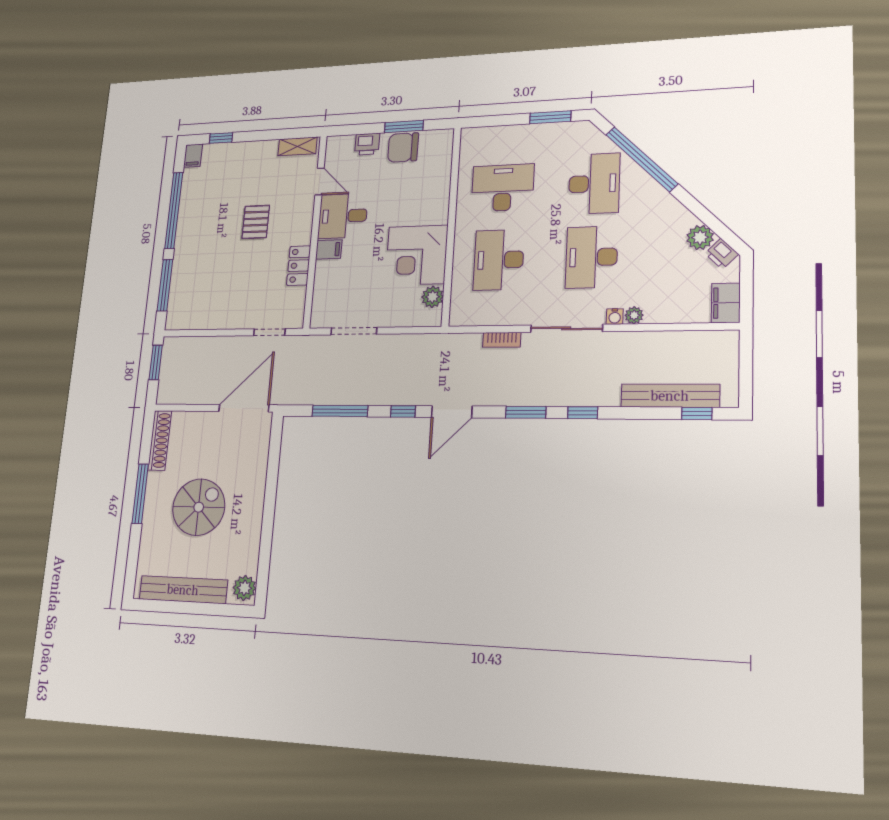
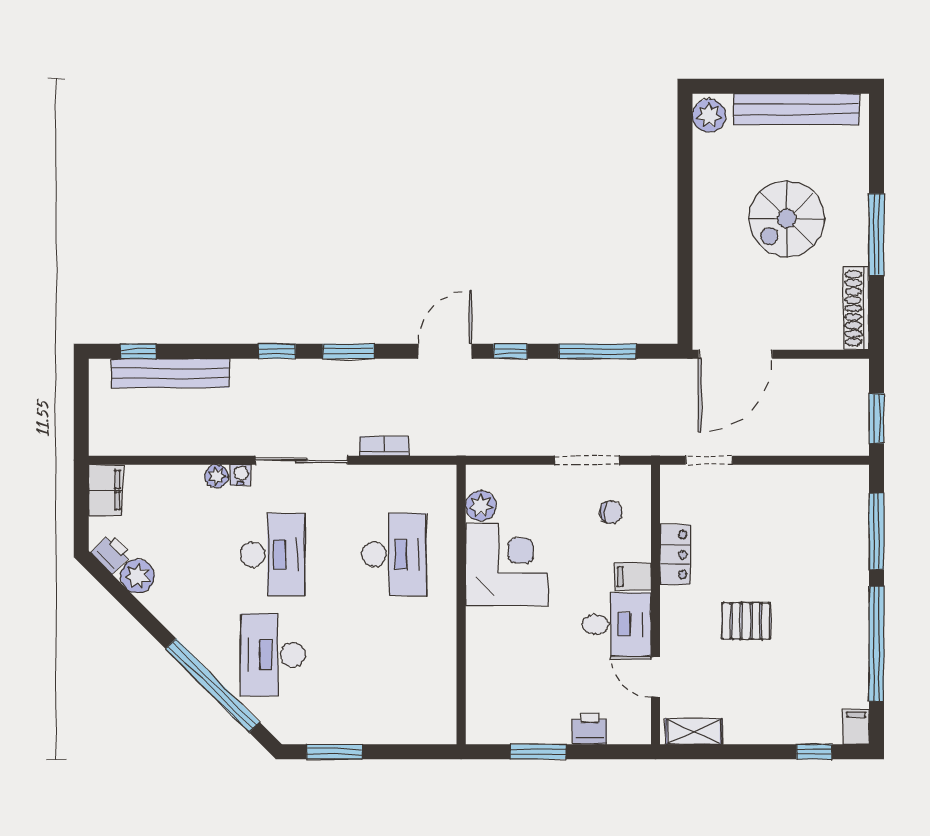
chair: (403, 147) -> (611, 512), moved, width x0.54, depth x0.54
desk: (503, 188) -> (394, 655), removed
pallet: (256, 222) -> (746, 621), turned 90

